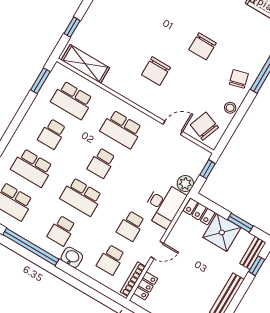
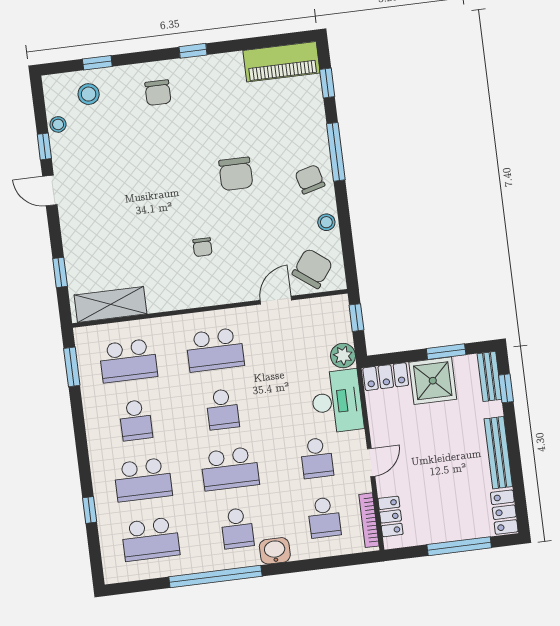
chair: (156, 71) -> (202, 247), width x0.54, depth x0.54
chair: (204, 126) -> (312, 269), turned 107

